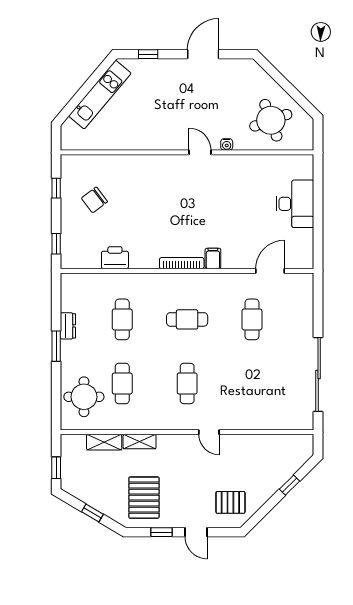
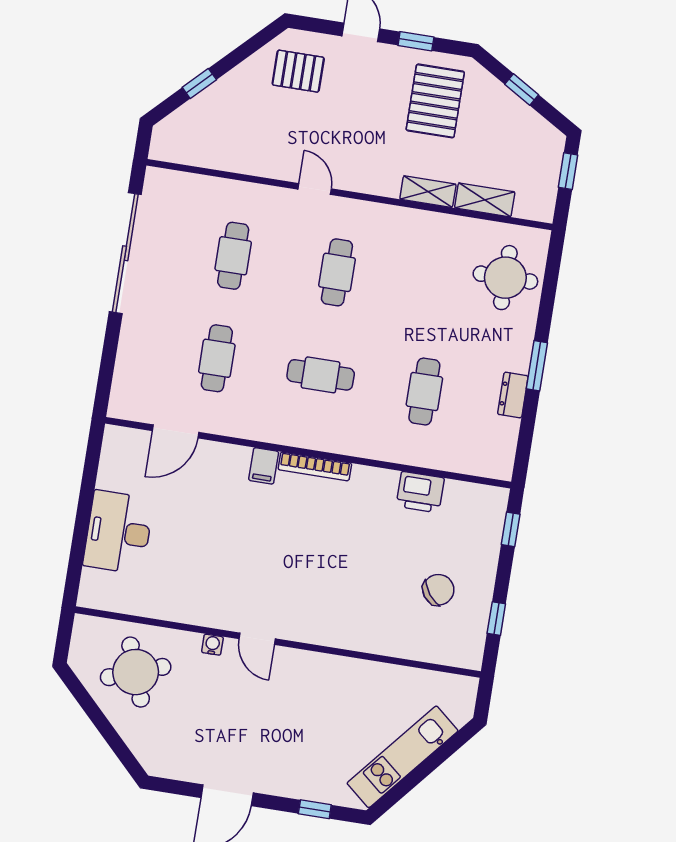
cafe table: (122, 384) -> (233, 256), moved

